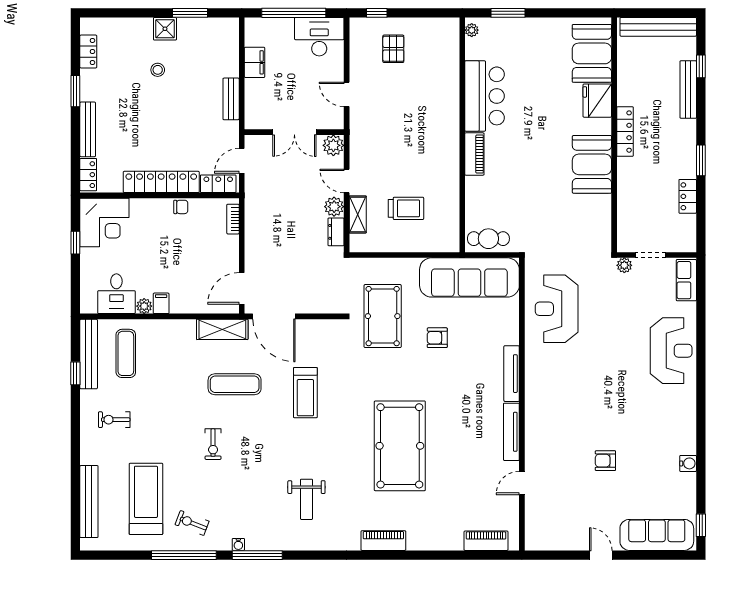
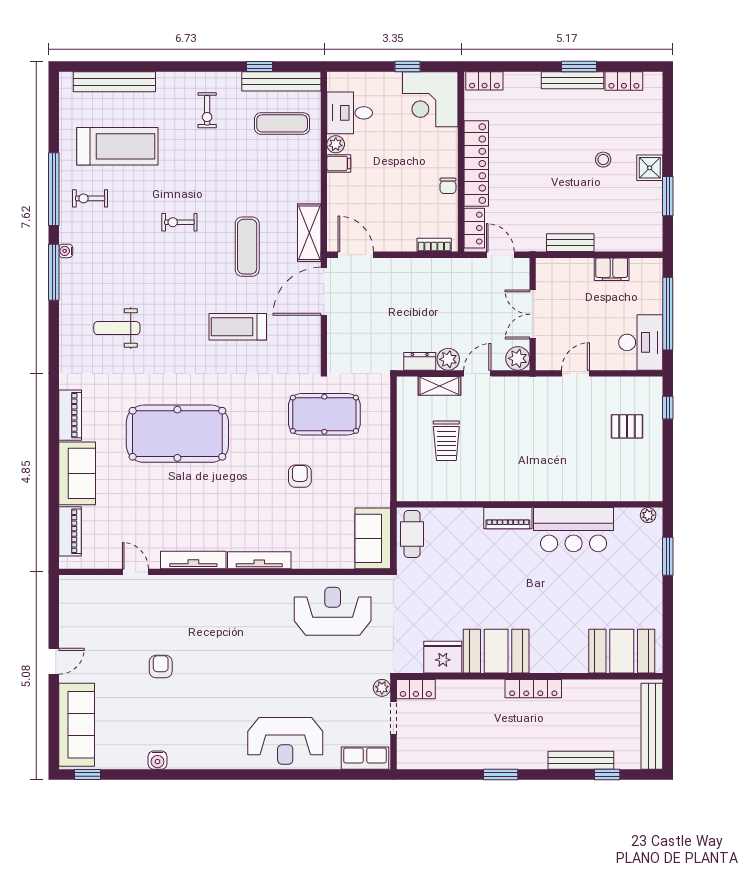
fridge: (597, 101) -> (443, 657), moved
bench: (88, 129) -> (572, 80), moved
locker: (688, 196) -> (416, 689), moved, turned 180
sofa: (469, 277) -> (373, 538), width x0.54, depth x0.79
exercise bike: (114, 420) -> (207, 110), turned 180
exercise bike: (192, 523) -> (90, 198), turned -111
sofa: (435, 534) -> (77, 473), added

